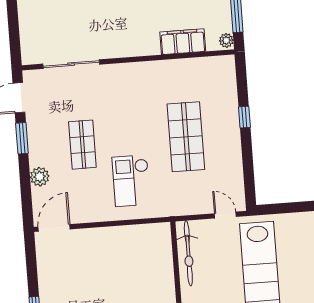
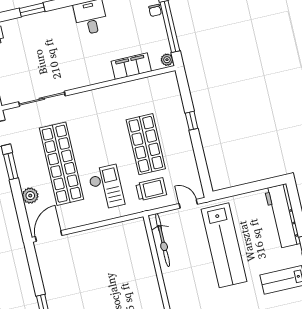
shop shelf: (82, 145) -> (61, 164), width x2.00, depth x1.36
checkout: (131, 181) -> (106, 187), turned 180
trolley: (184, 191) -> (151, 189), added

